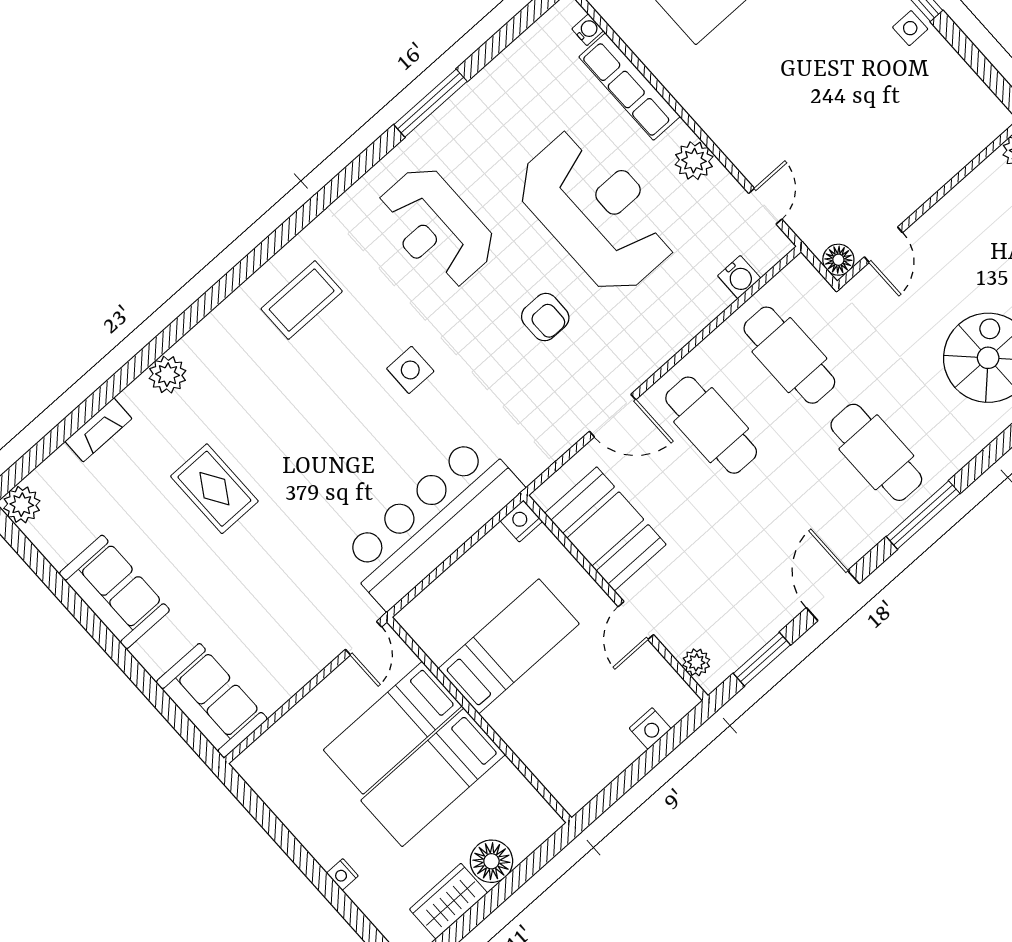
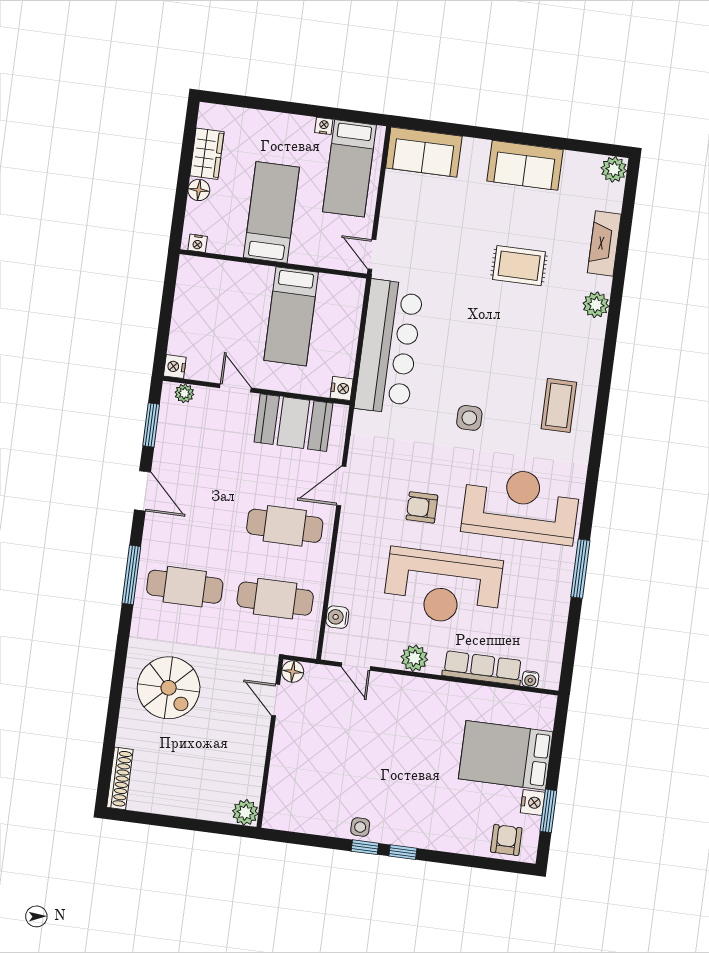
reception desk: (436, 227) -> (521, 505), width x1.36, depth x1.30
fireplace: (98, 430) -> (604, 243), width x1.37, depth x1.32
bed: (393, 728) -> (350, 168), moved, turned 180
nightstand: (650, 728) -> (175, 367), moved
nightstand: (542, 813) -> (198, 243), added
floor lamp: (491, 861) -> (199, 190), width x0.73, depth x0.73
nightstand: (342, 874) -> (324, 126), moved

